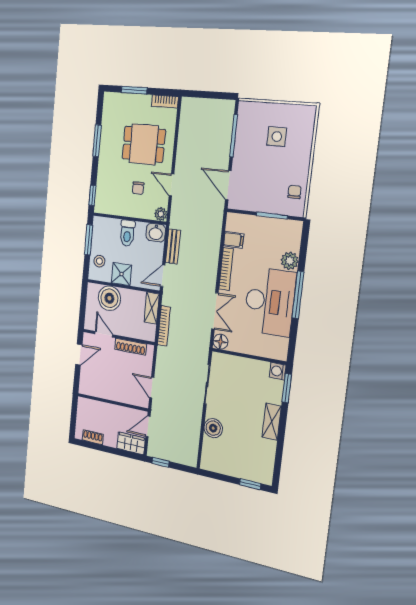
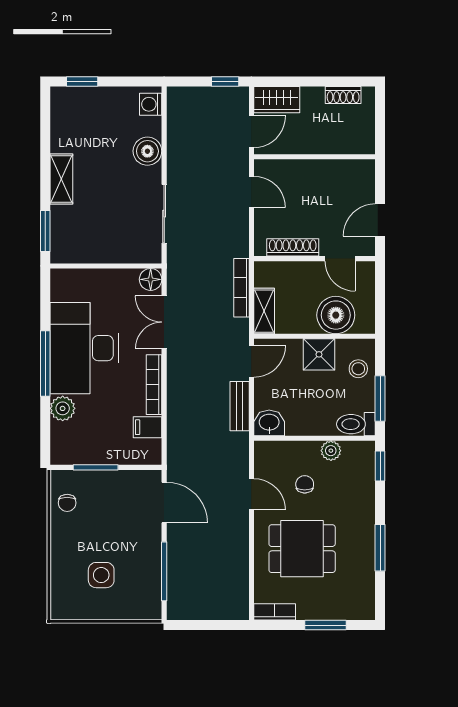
plant: (161, 214) -> (331, 451), moved
toilet: (127, 233) -> (356, 424), moved, turned -90
washing machine: (278, 371) -> (151, 104), moved, turned 180

